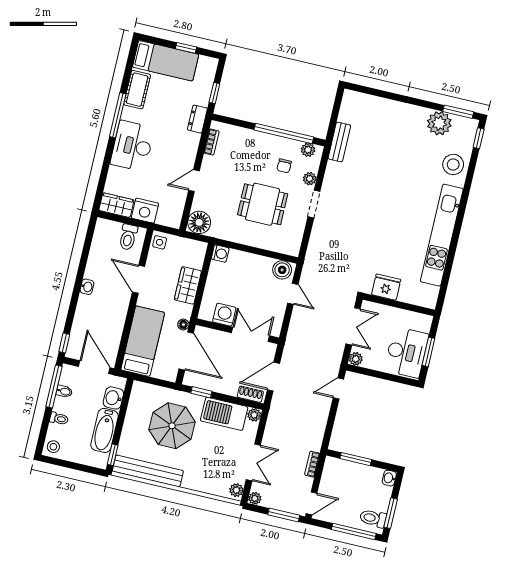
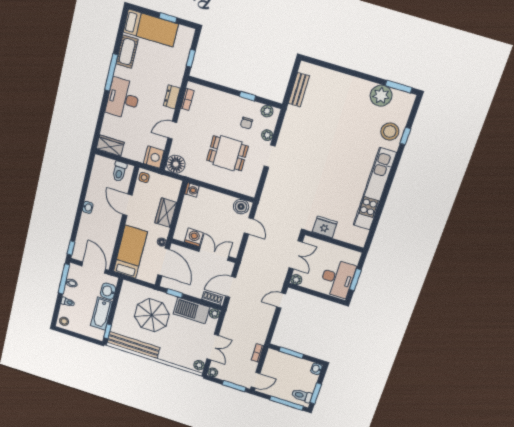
dresser: (197, 119) -> (172, 97), moved
window: (284, 134) -> (247, 96), width x0.32
window: (479, 138) -> (405, 136), moved
bench: (339, 142) -> (299, 90), moved
nightstand: (145, 211) -> (154, 157), moved, turned -90

